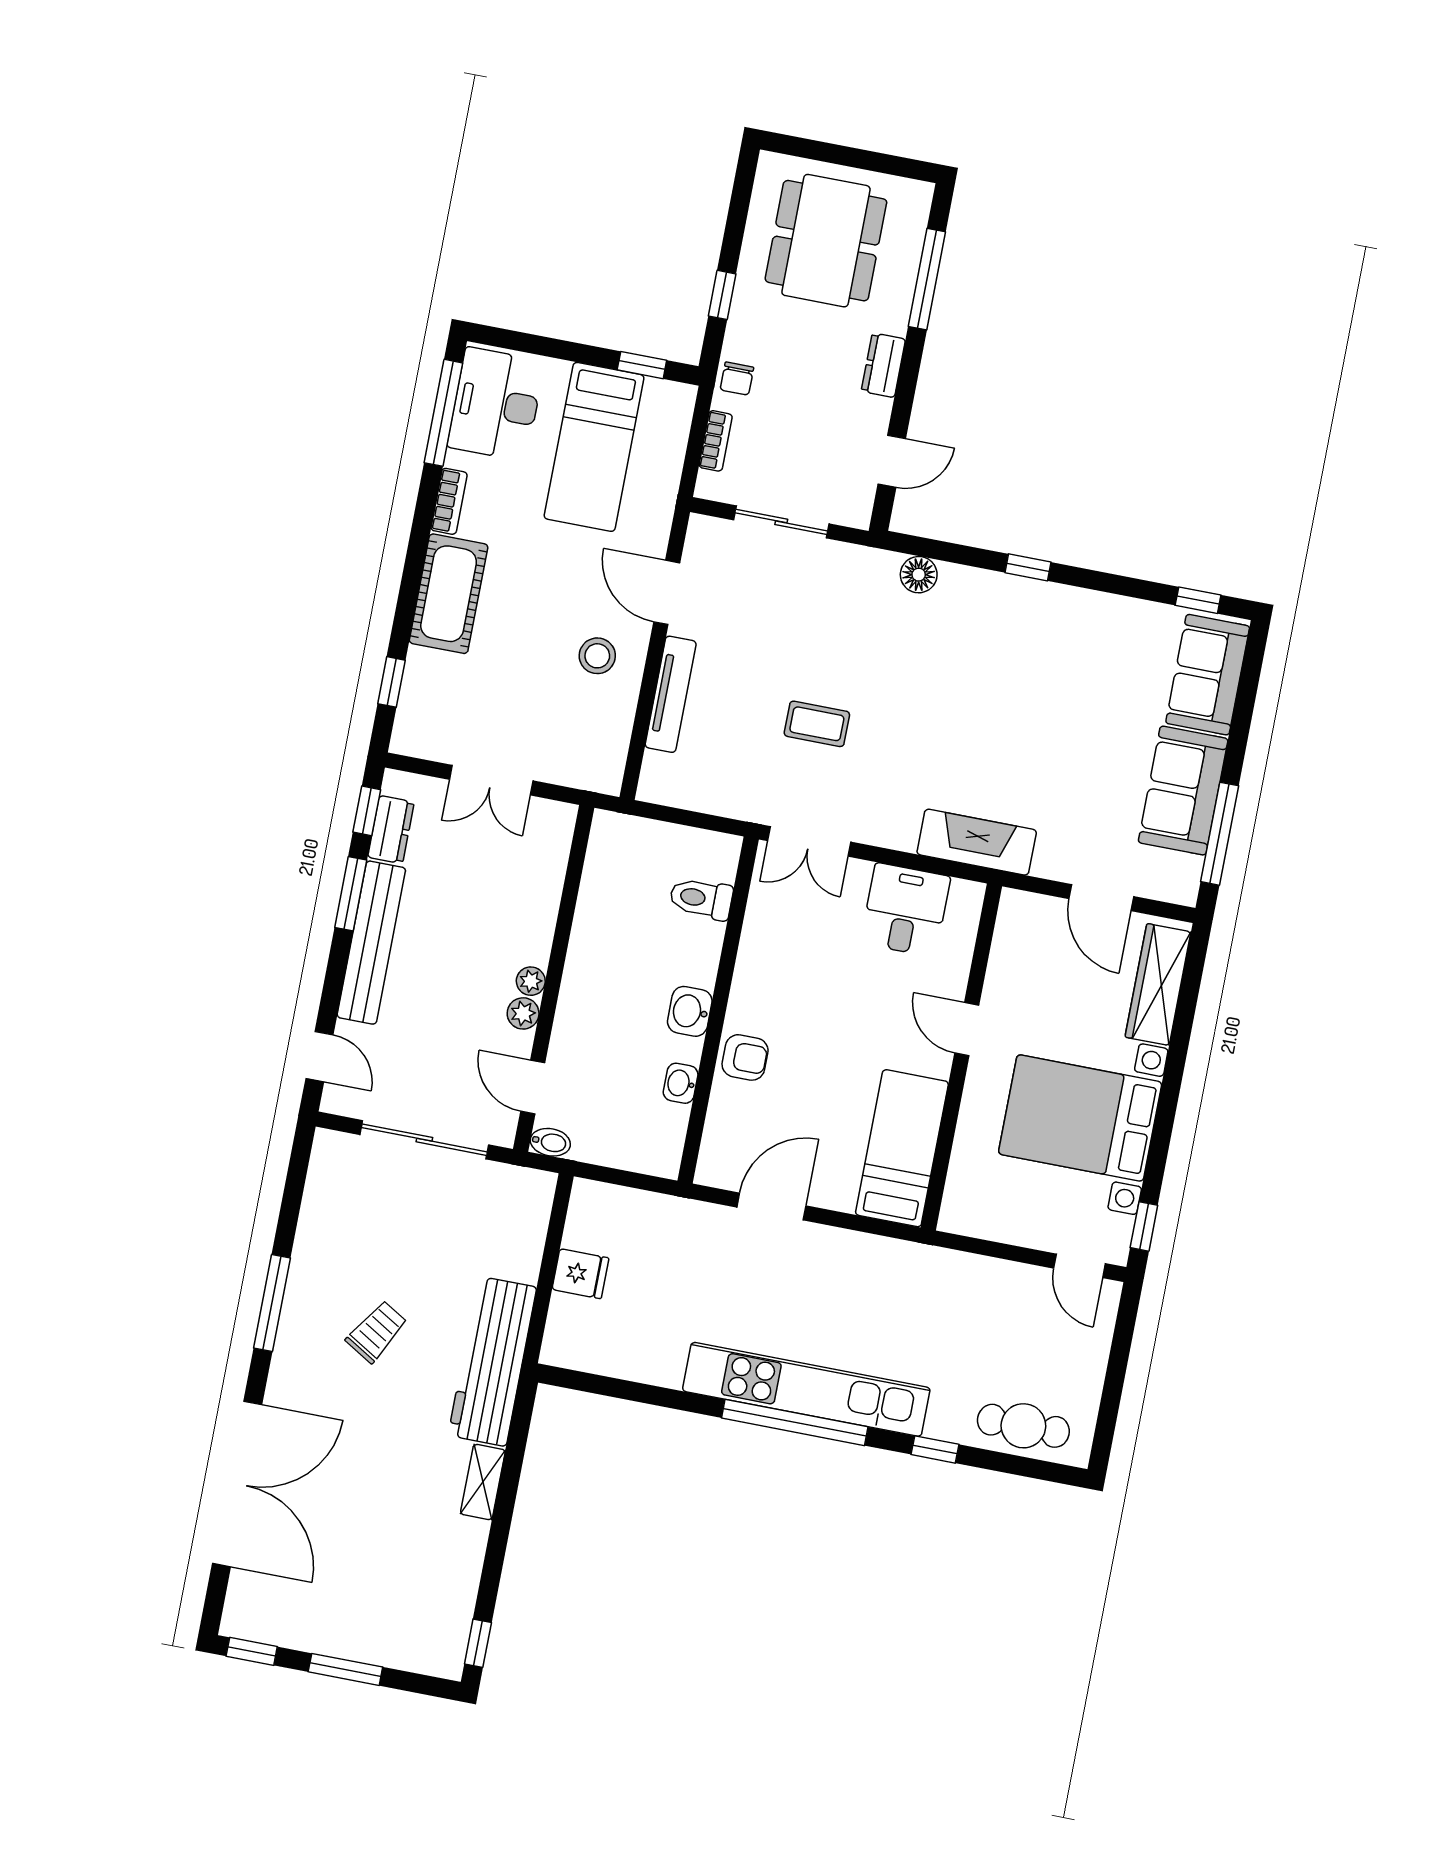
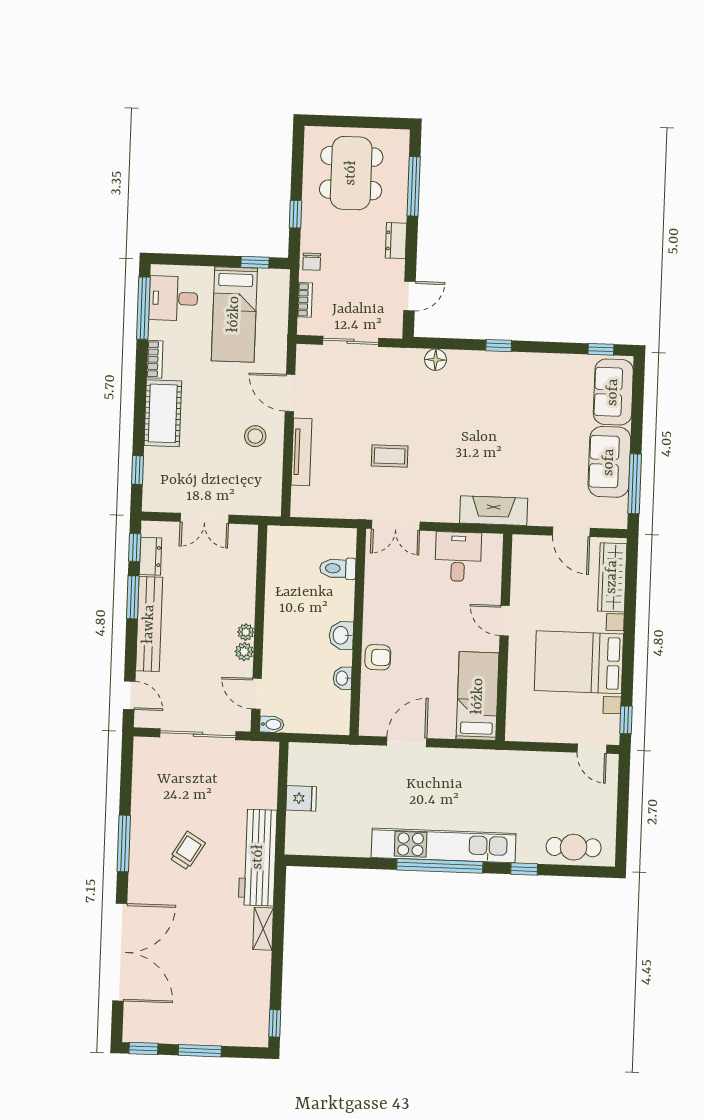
desk: (496, 404) -> (173, 298), width x0.73

